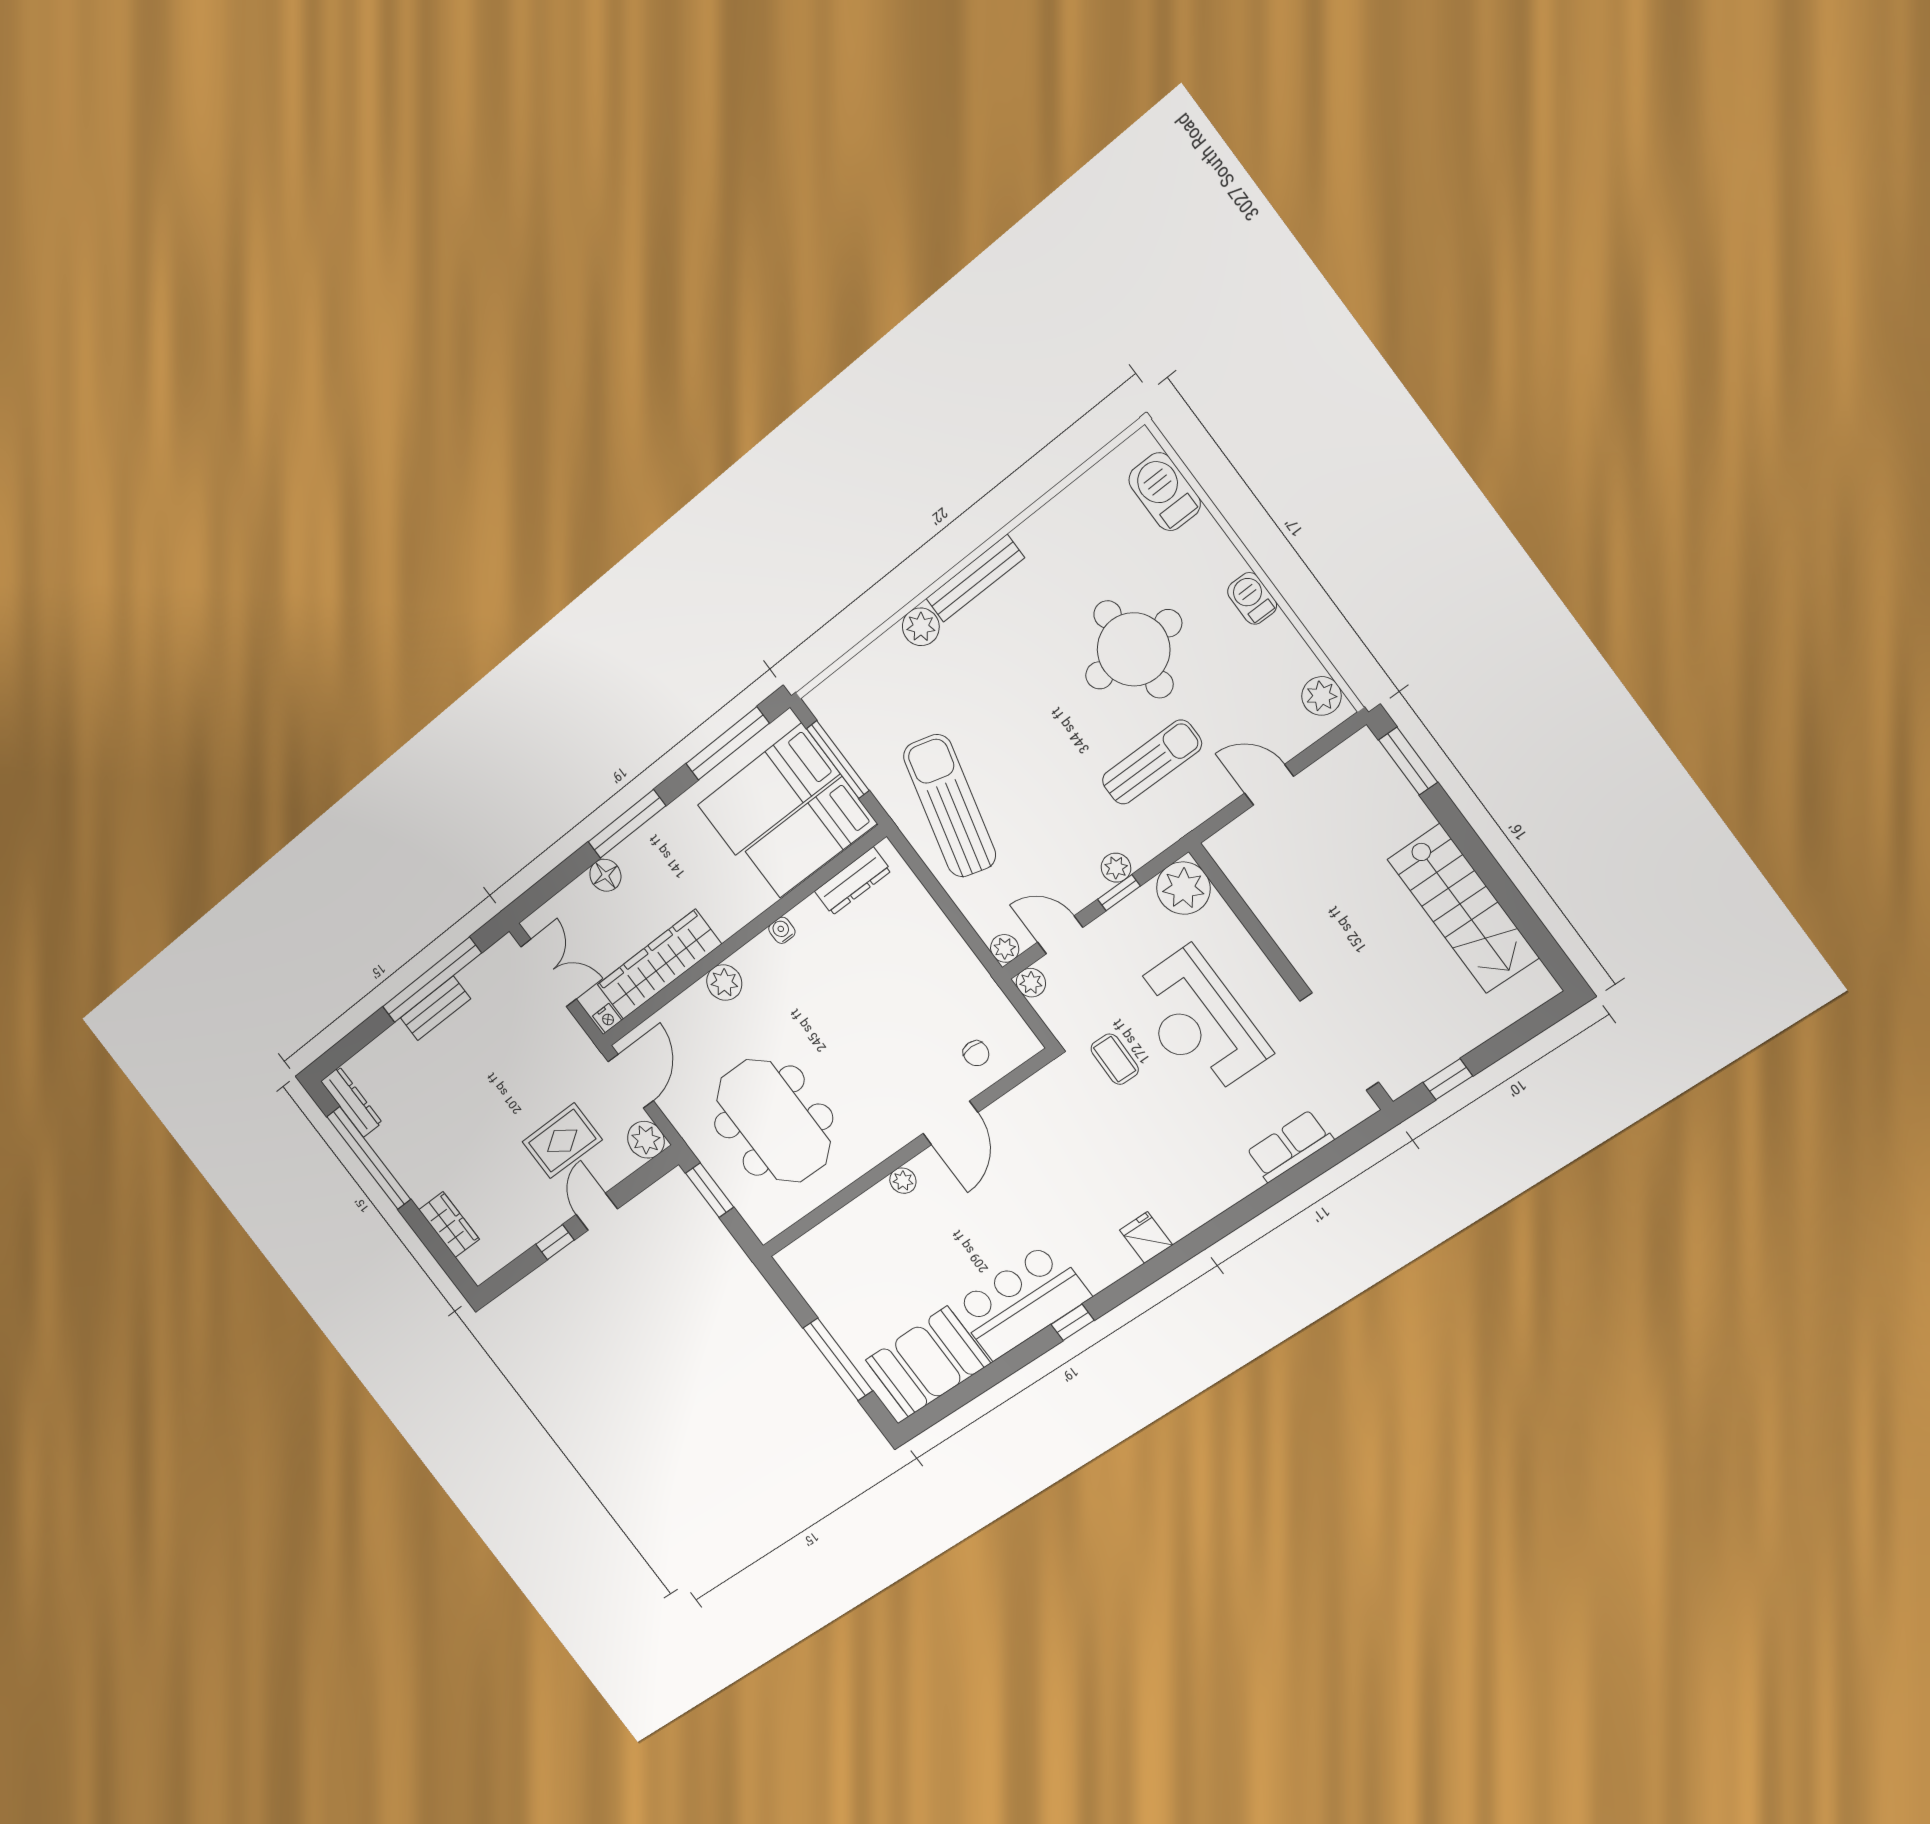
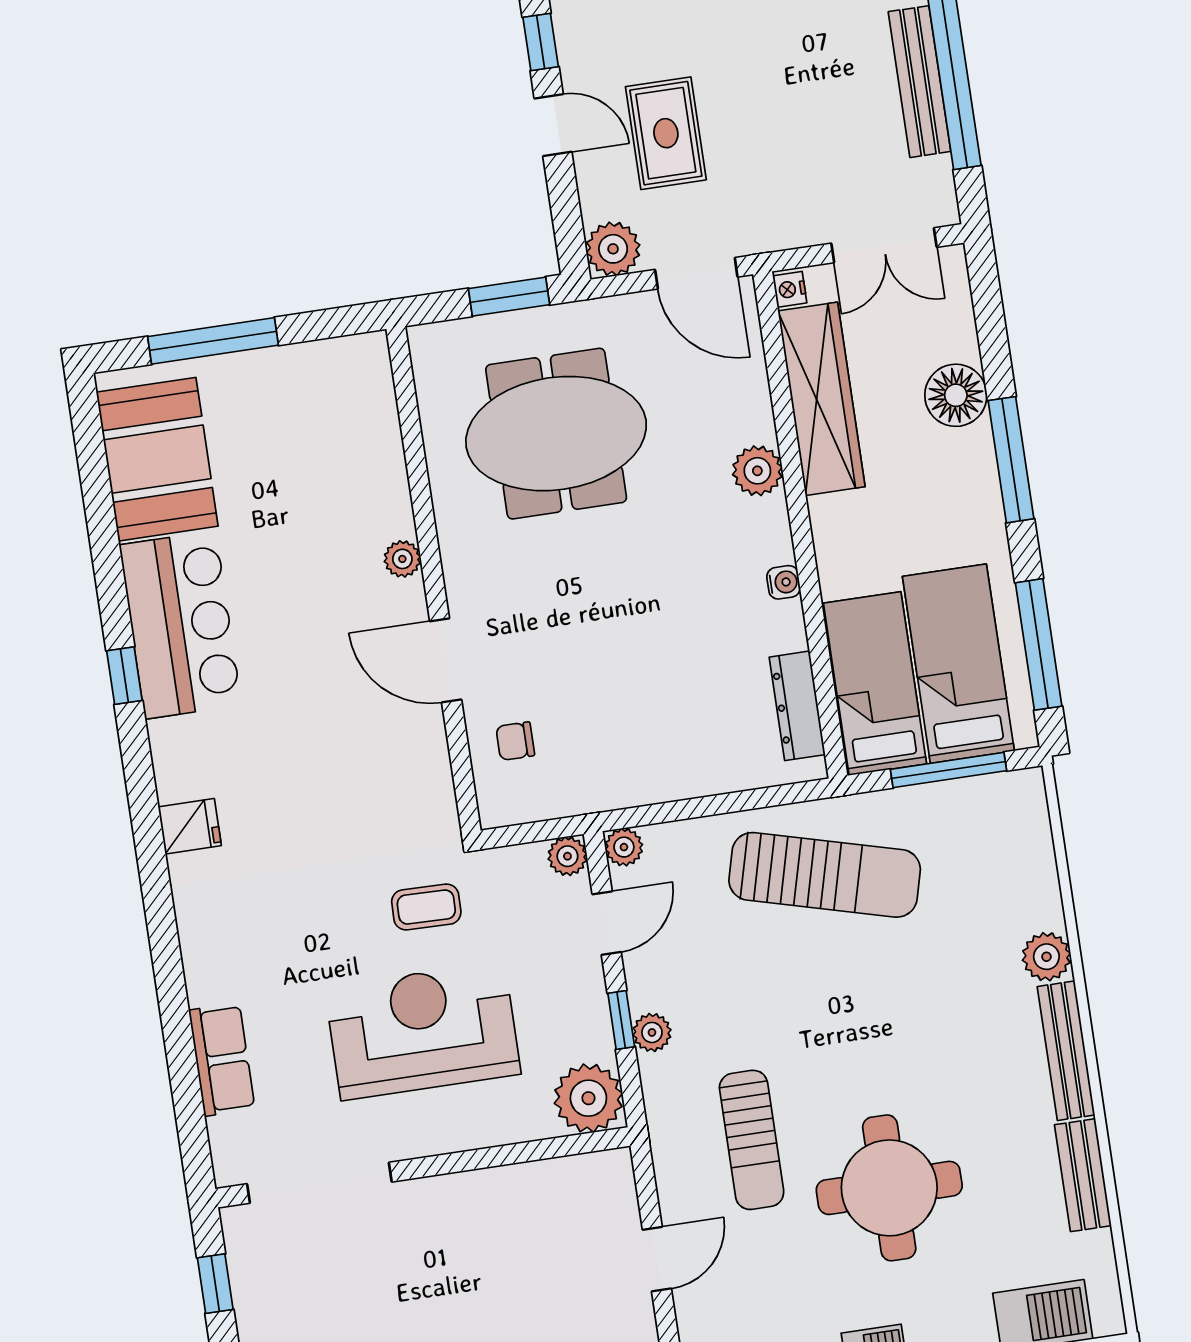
bench: (1052, 519) -> (1083, 1175), added
floor lamp: (605, 875) -> (956, 395), width x1.38, depth x1.38
bench: (435, 1008) -> (919, 82), width x1.36

